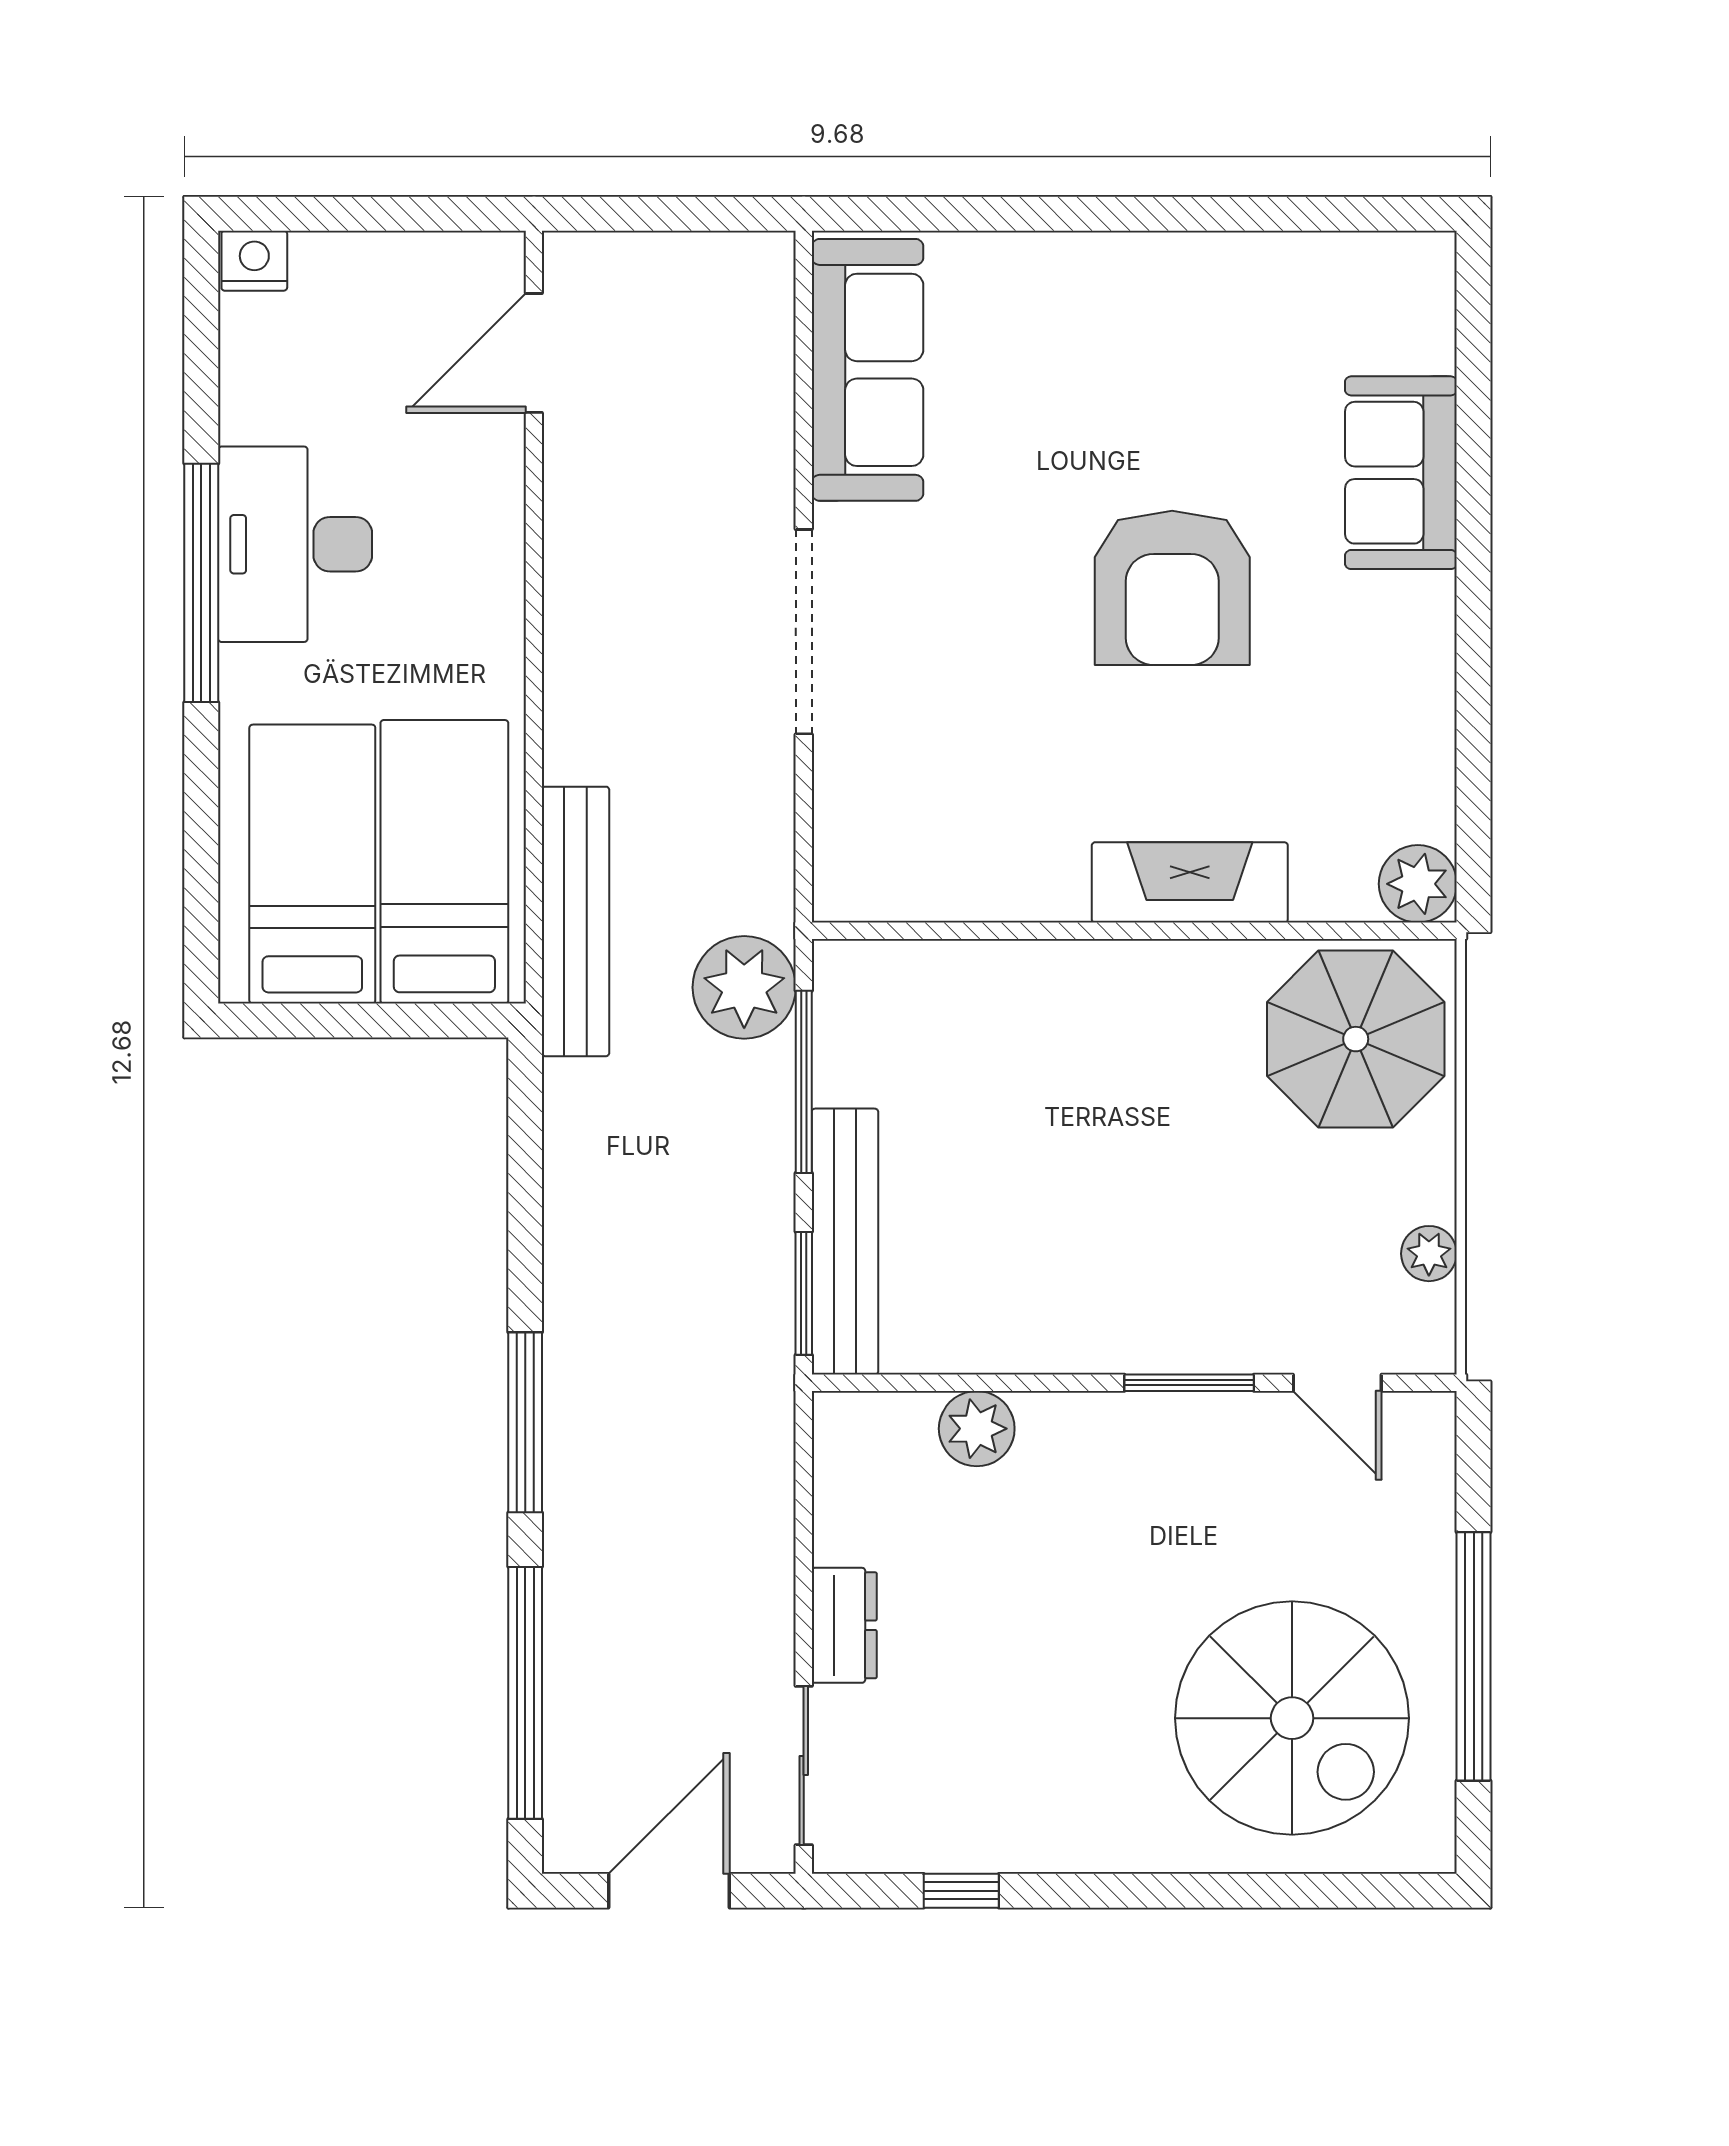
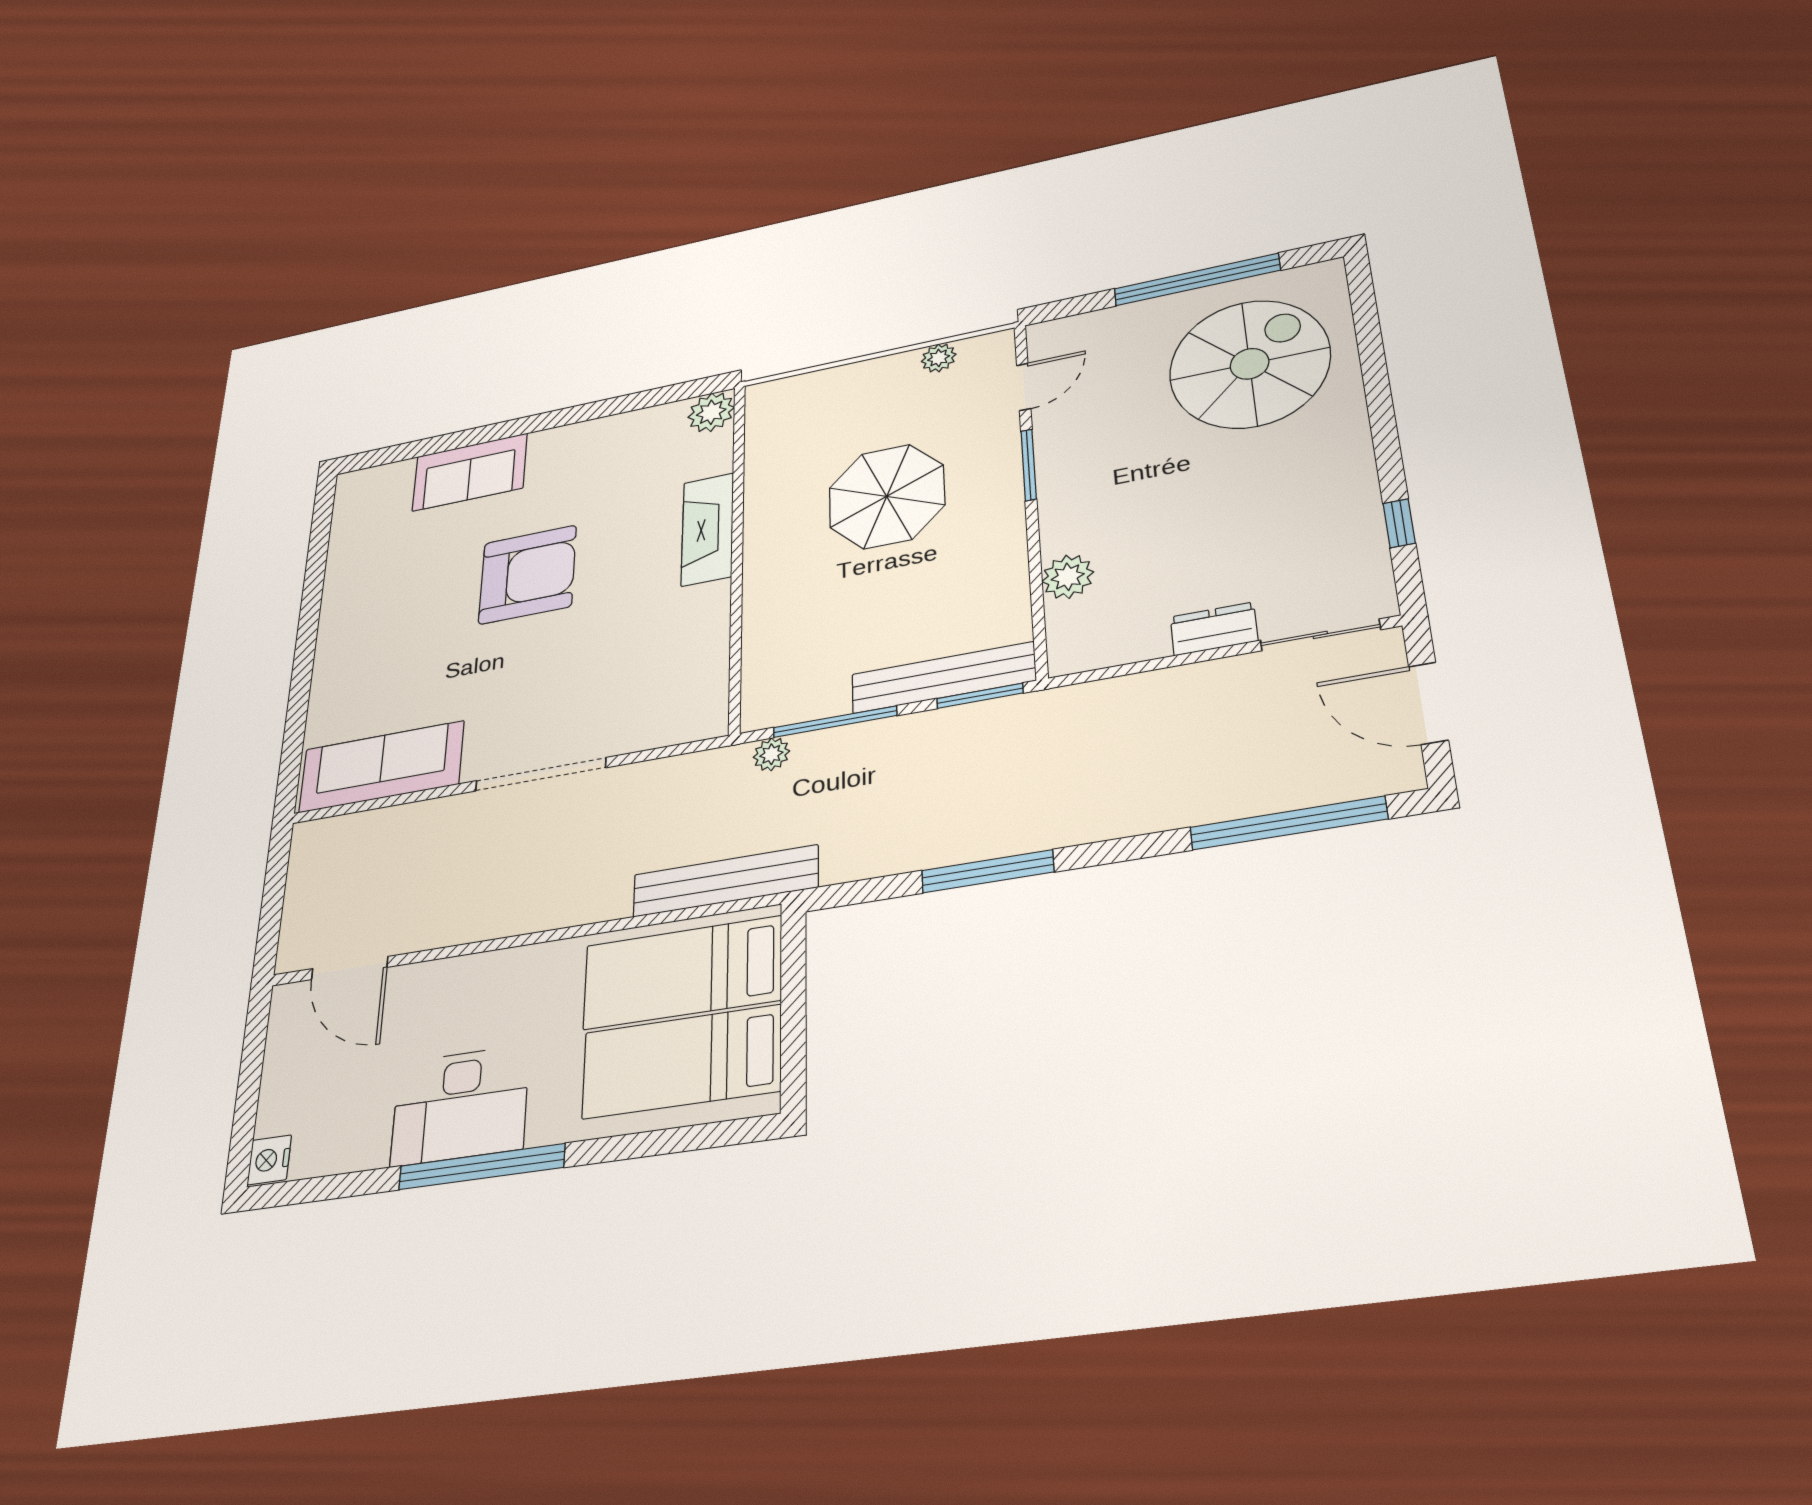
plant: (744, 987) -> (771, 754), width x0.53, depth x0.53
parasol: (1356, 1039) -> (887, 496), moved
window: (525, 1422) -> (988, 871), moved

